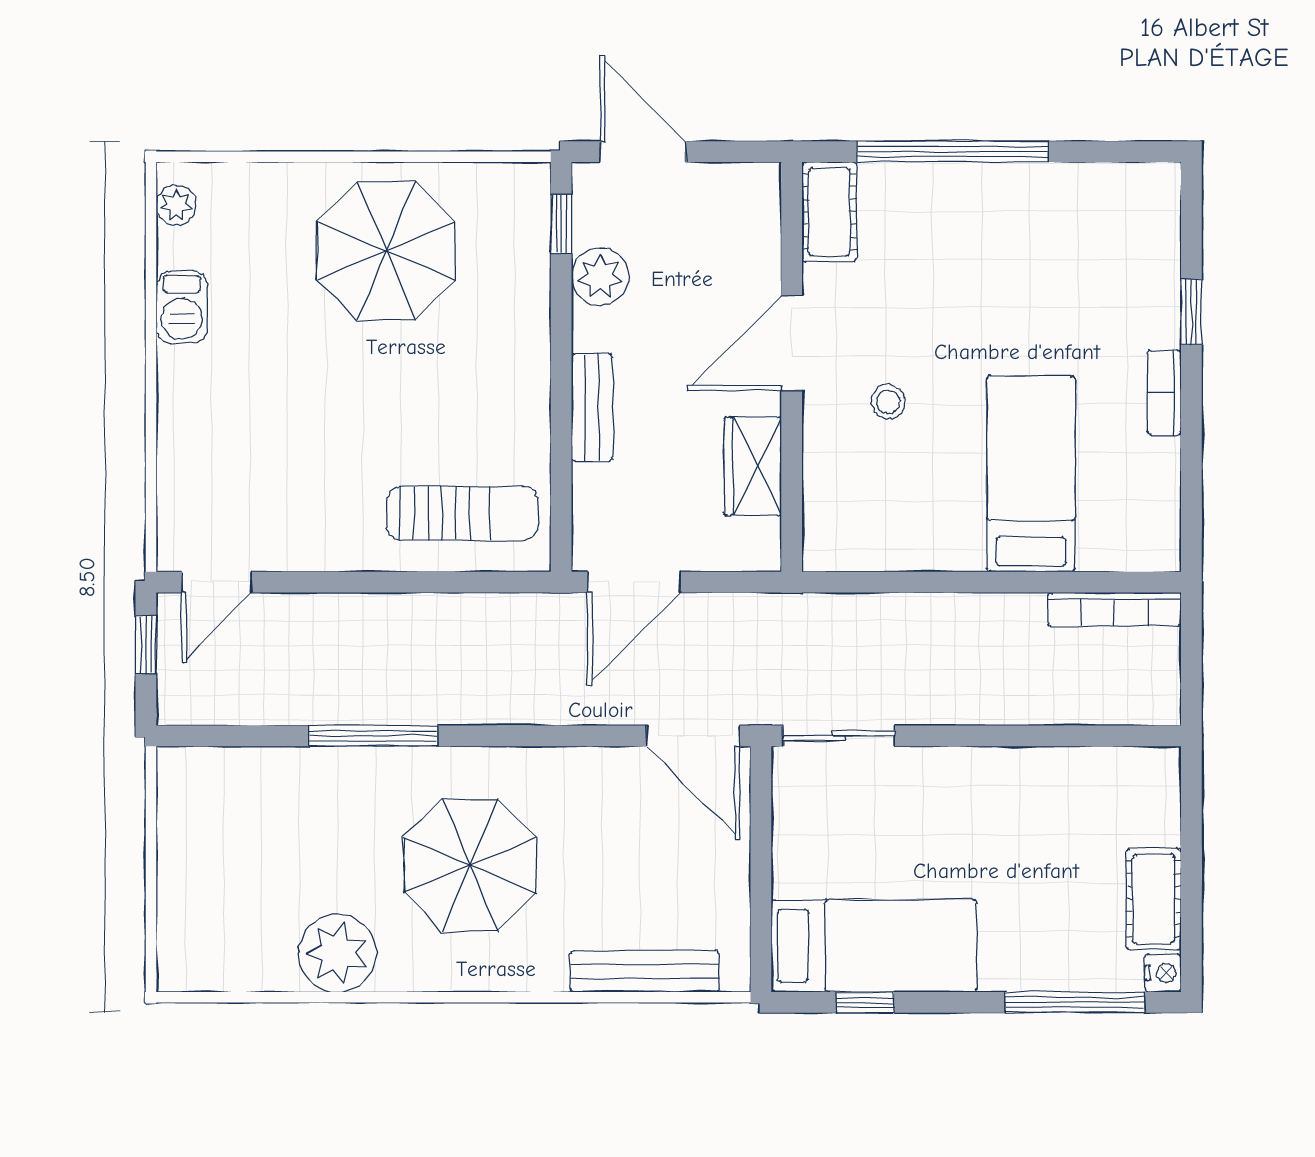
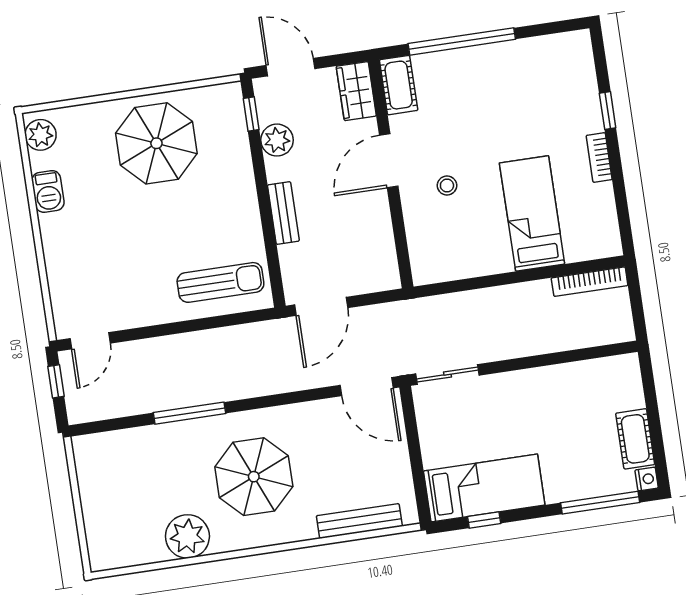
plant: (176, 205) -> (41, 135), width x1.38, depth x1.38
wardrobe: (753, 467) -> (356, 91), moved

